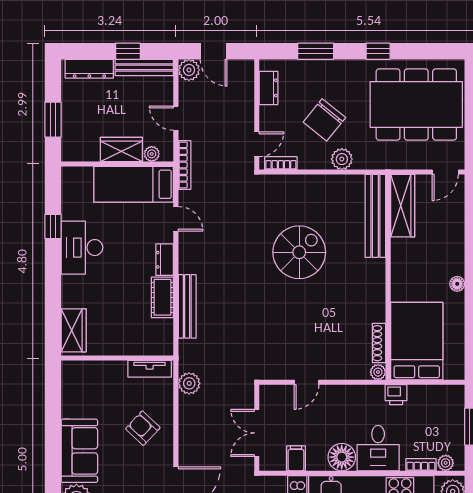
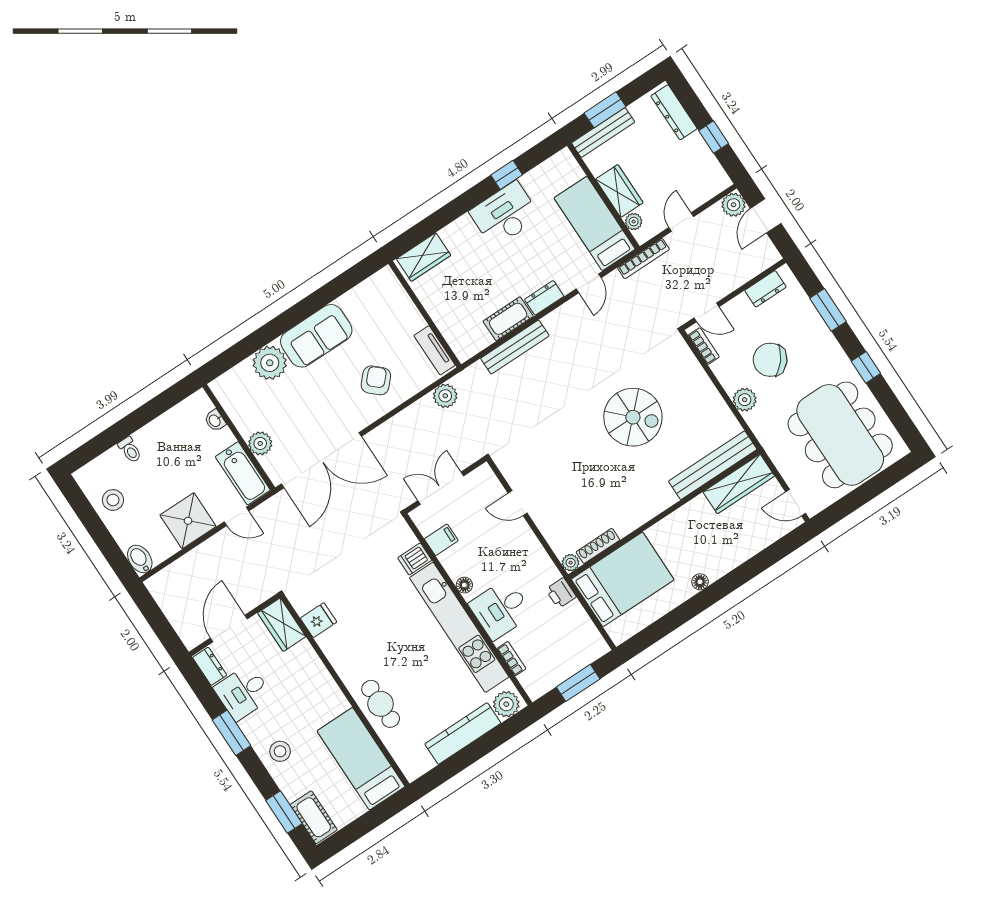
bench: (144, 67) -> (603, 133), moved, turned 90
floor lamp: (342, 457) -> (464, 585), width x0.53, depth x0.53
plant: (446, 463) -> (528, 680), removed

